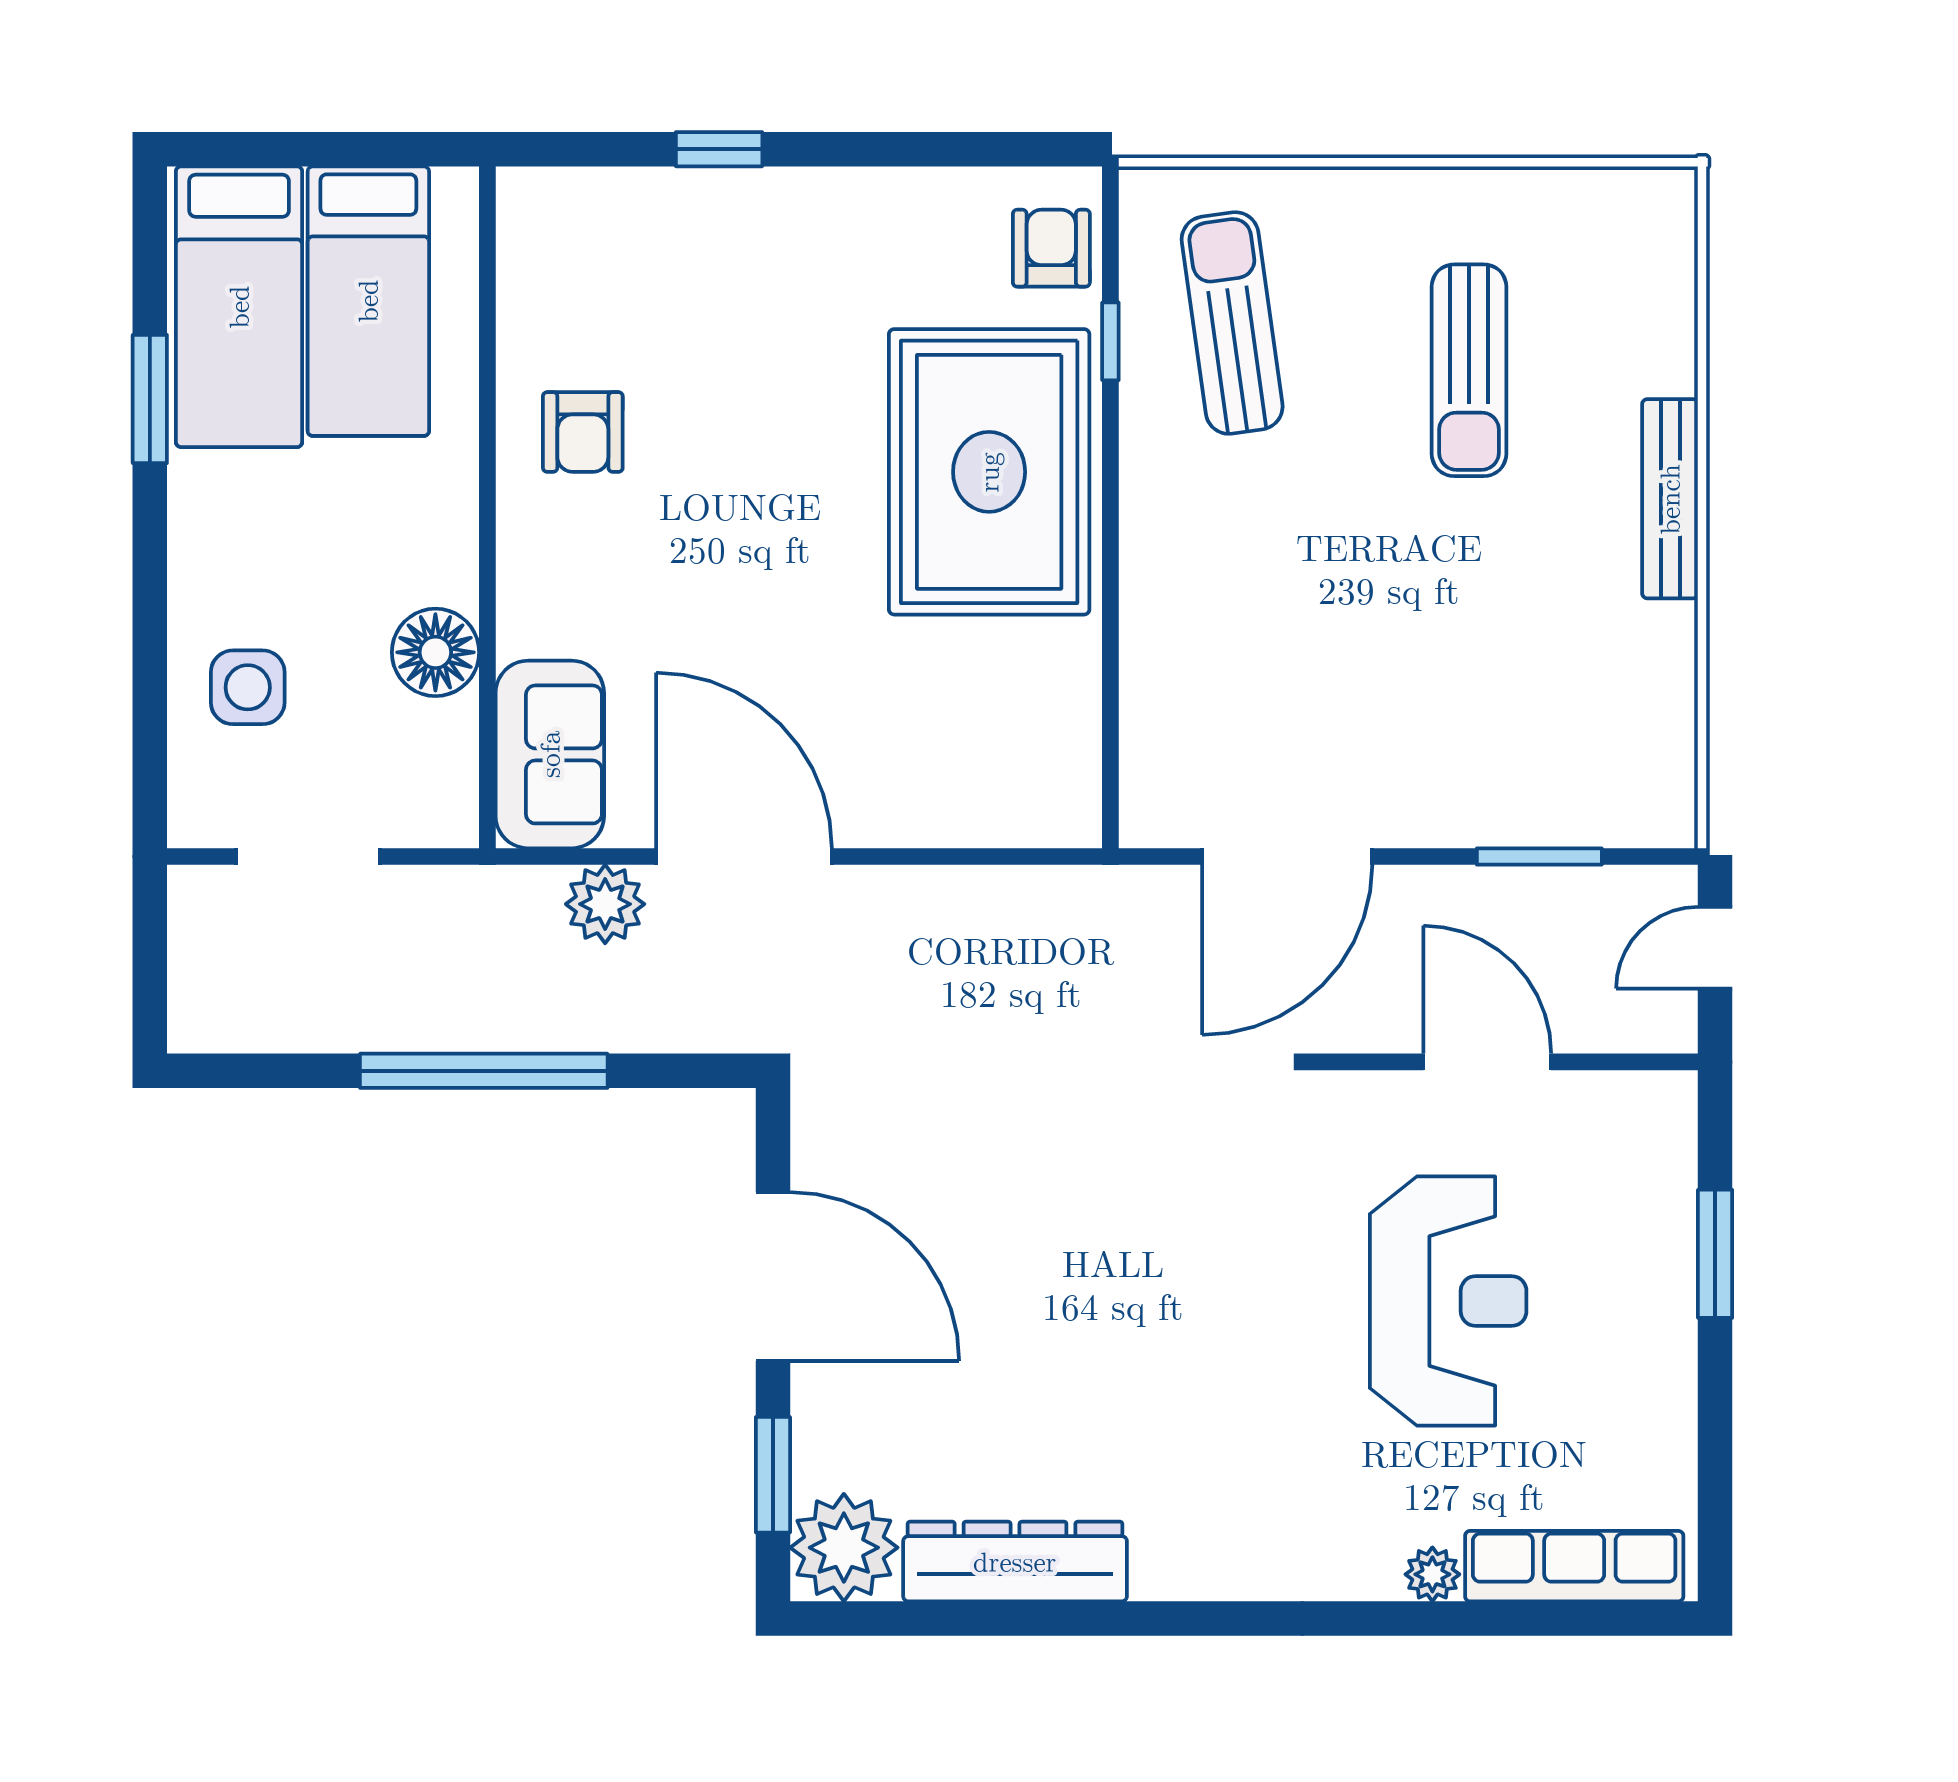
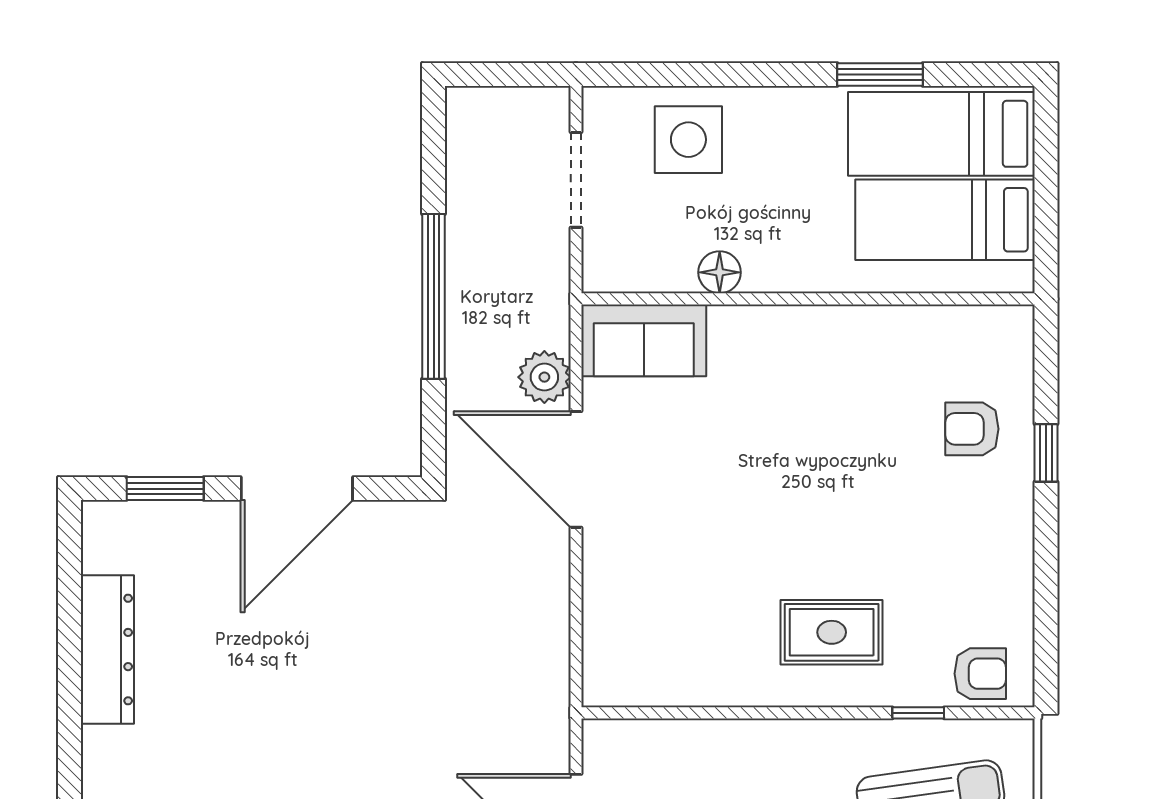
armchair: (583, 432) -> (972, 429), moved
rug: (989, 472) -> (832, 632), width x0.54, depth x0.49
floor lamp: (435, 652) -> (720, 272), width x0.73, depth x0.73
side table: (248, 687) -> (688, 140), width x1.37, depth x1.37
door: (744, 856) -> (576, 469), swing flipped
plant: (844, 1548) -> (117, 536), removed

